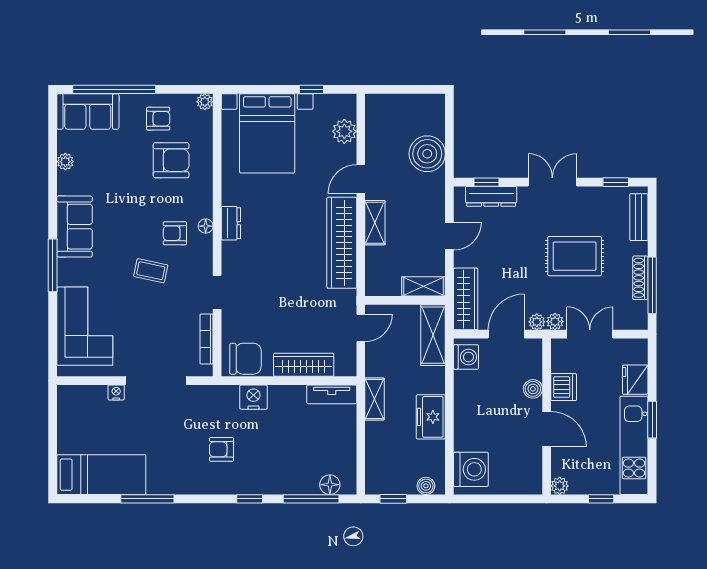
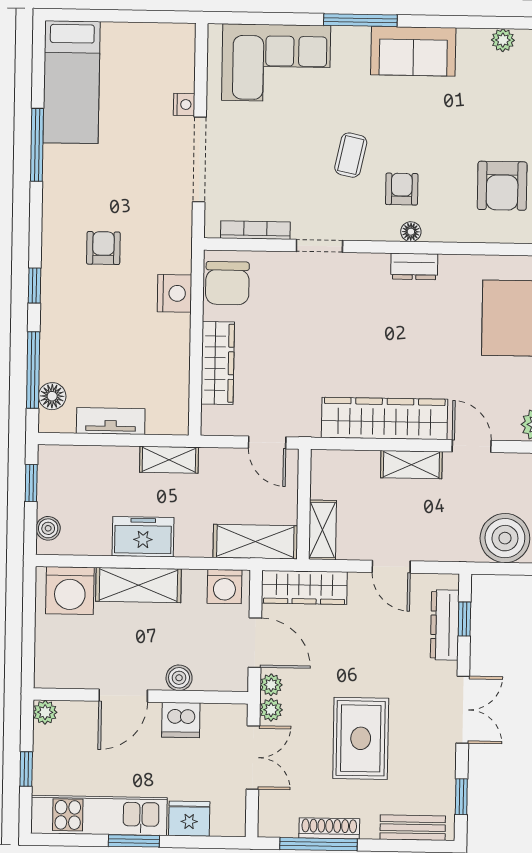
tv unit: (332, 394) -> (111, 421), moved, turned 90
shelving: (466, 420) -> (138, 585), added

